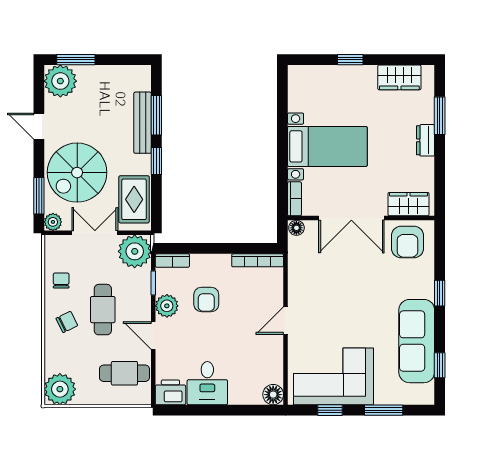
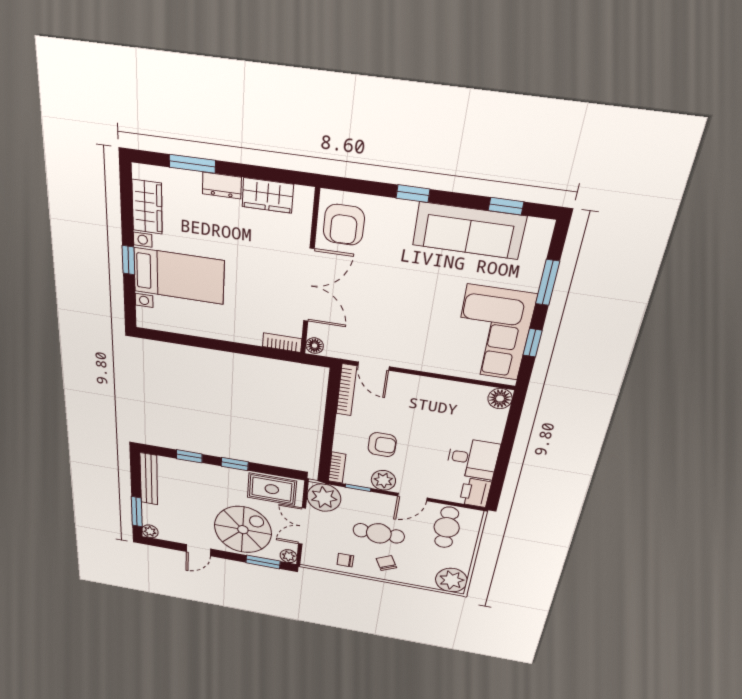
plant: (60, 81) -> (150, 531), width x0.53, depth x0.53
window: (156, 115) -> (189, 456), width x0.67
bench: (143, 123) -> (149, 479), moved, turned 90
bed with nightstands: (327, 146) -> (179, 276), moved, turned 90
spiral stairs: (77, 173) -> (243, 530), turned -90
wardrobe: (408, 204) -> (268, 195), moved, turned -90
armchair: (408, 242) -> (344, 225), turned 90
door: (285, 321) -> (374, 366), moved

